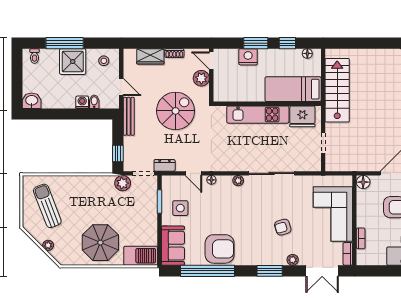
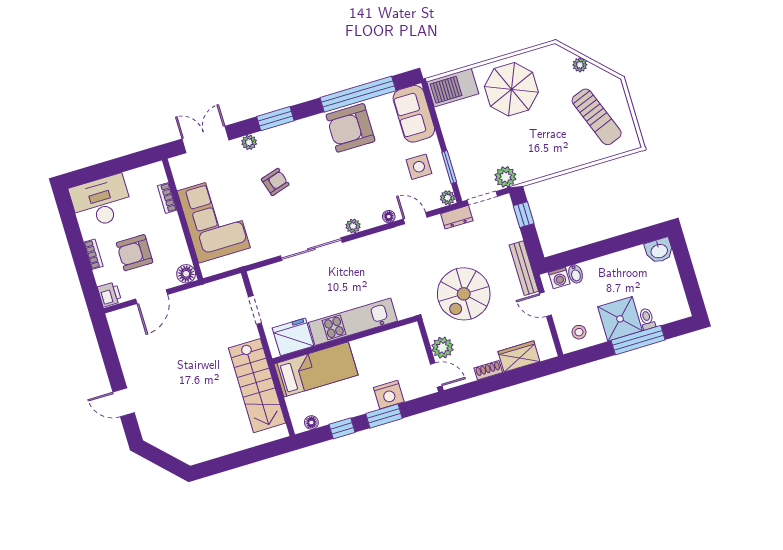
toilet: (34, 56) -> (647, 319), moved
washing machine: (82, 102) -> (559, 278), moved
plant: (167, 181) -> (448, 198), added
bookcase: (348, 254) -> (178, 172), removed

